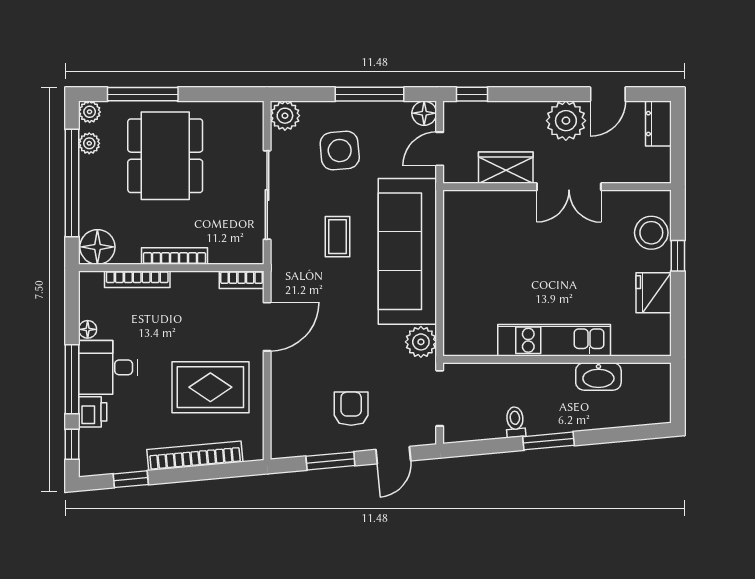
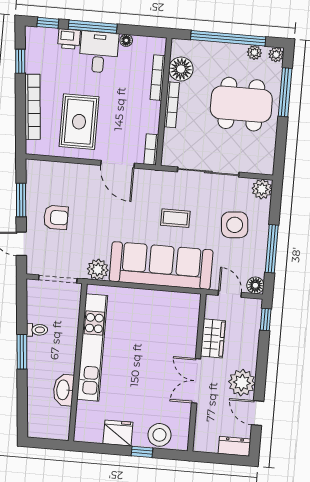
floor lamp: (97, 247) -> (181, 69), moved
kitchen unit: (554, 340) -> (92, 347), width x1.36

